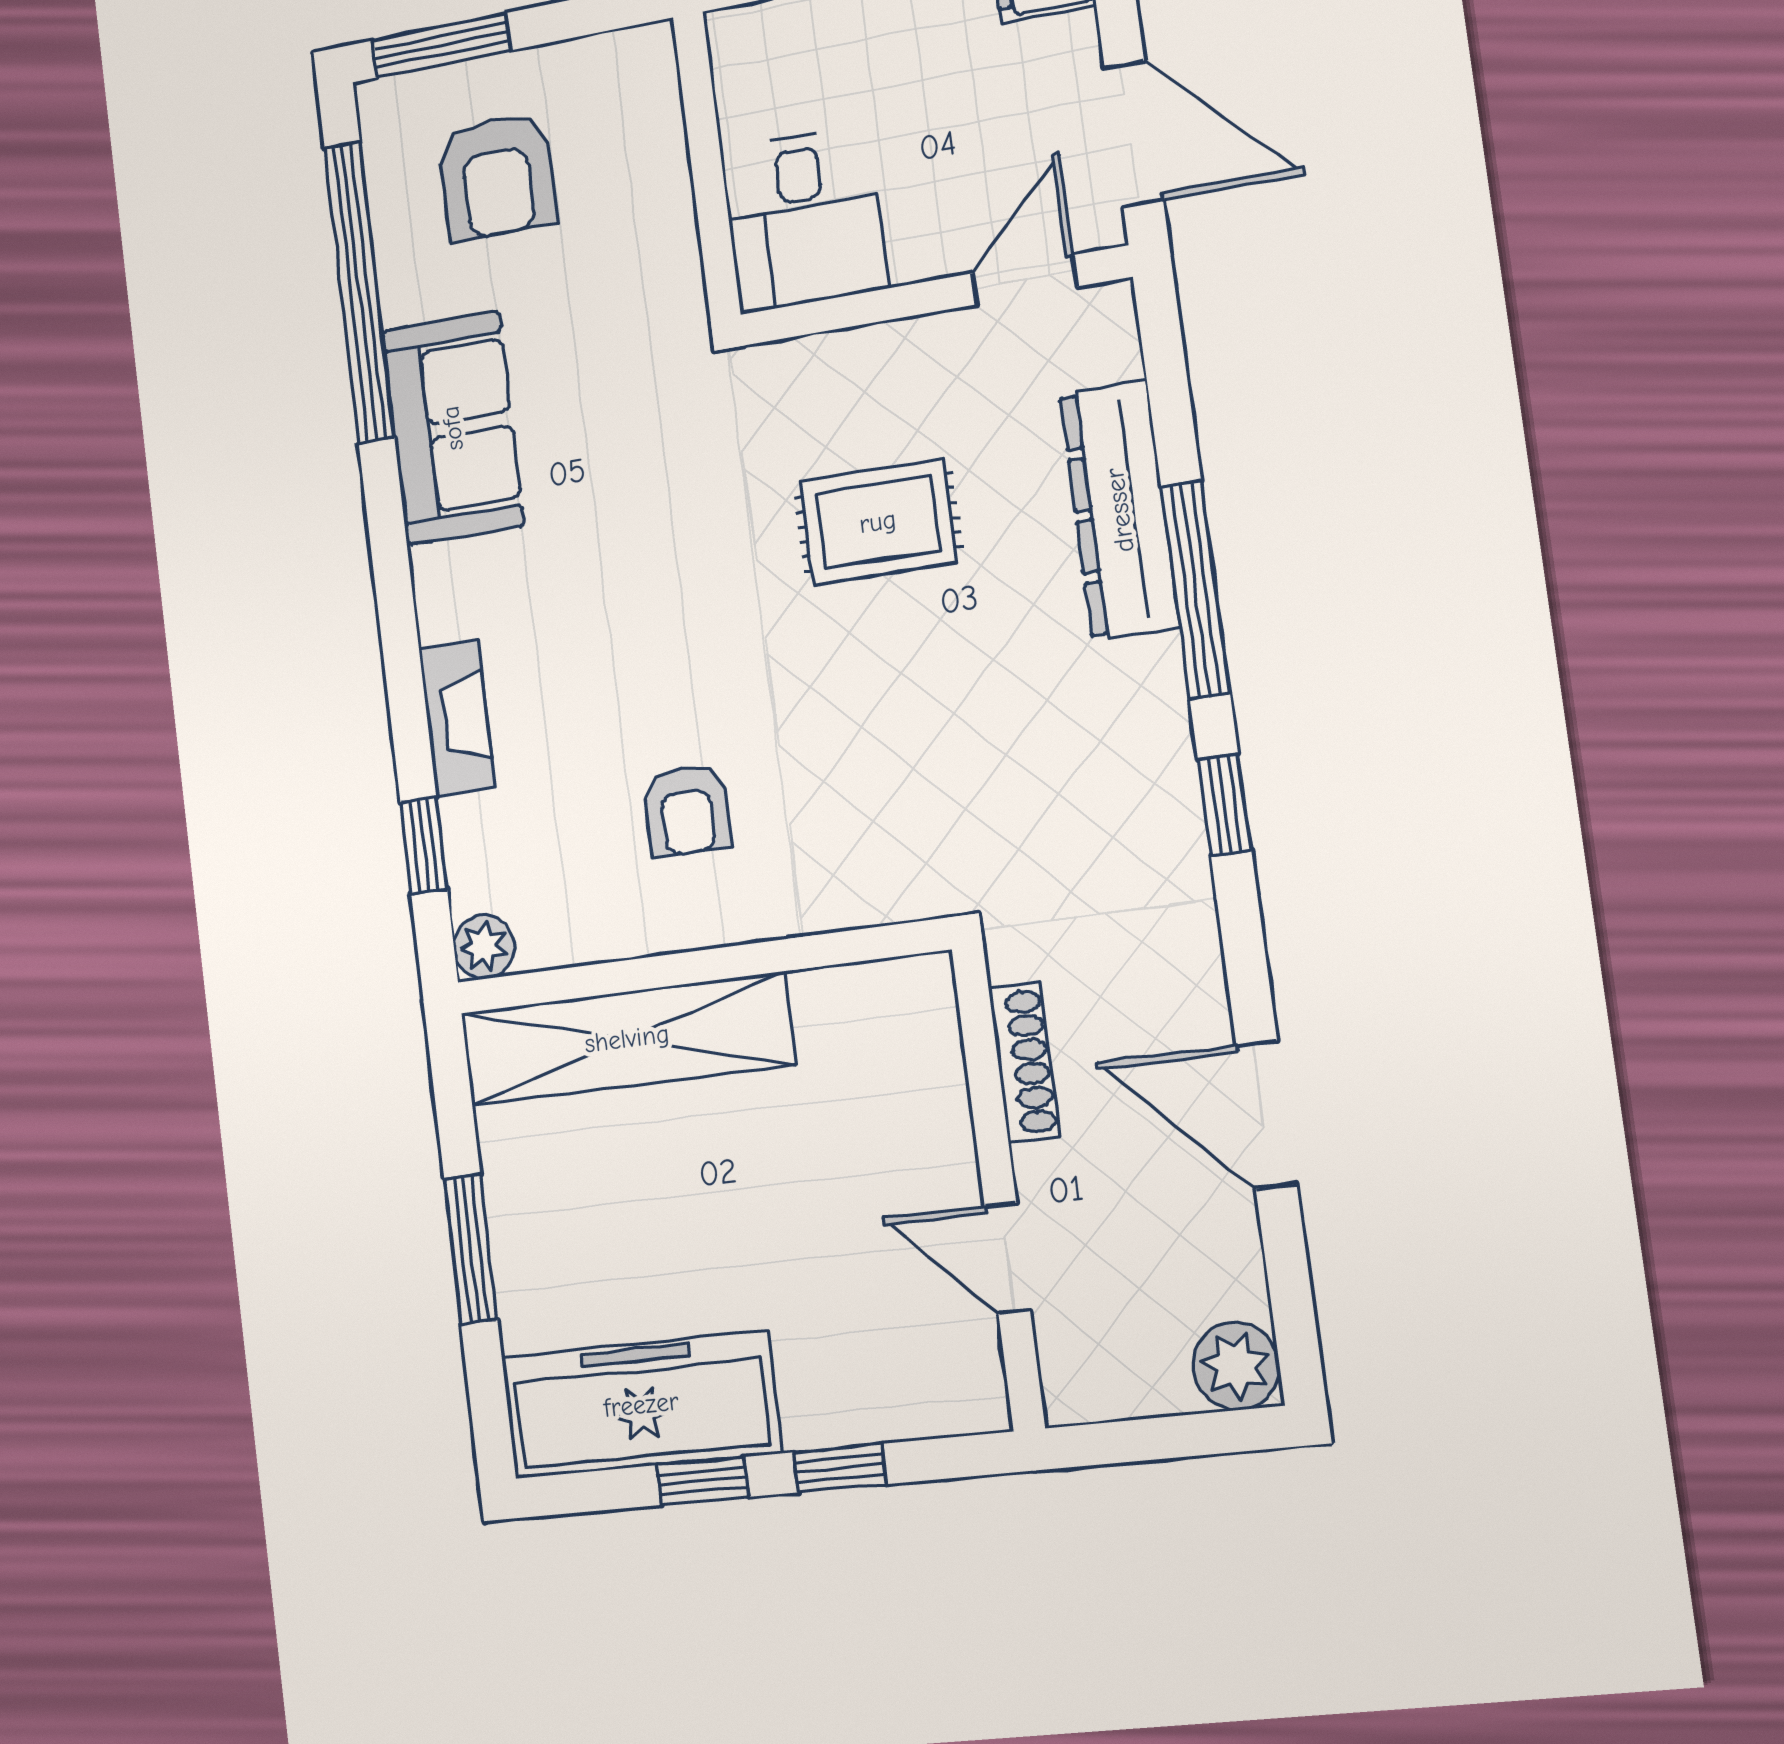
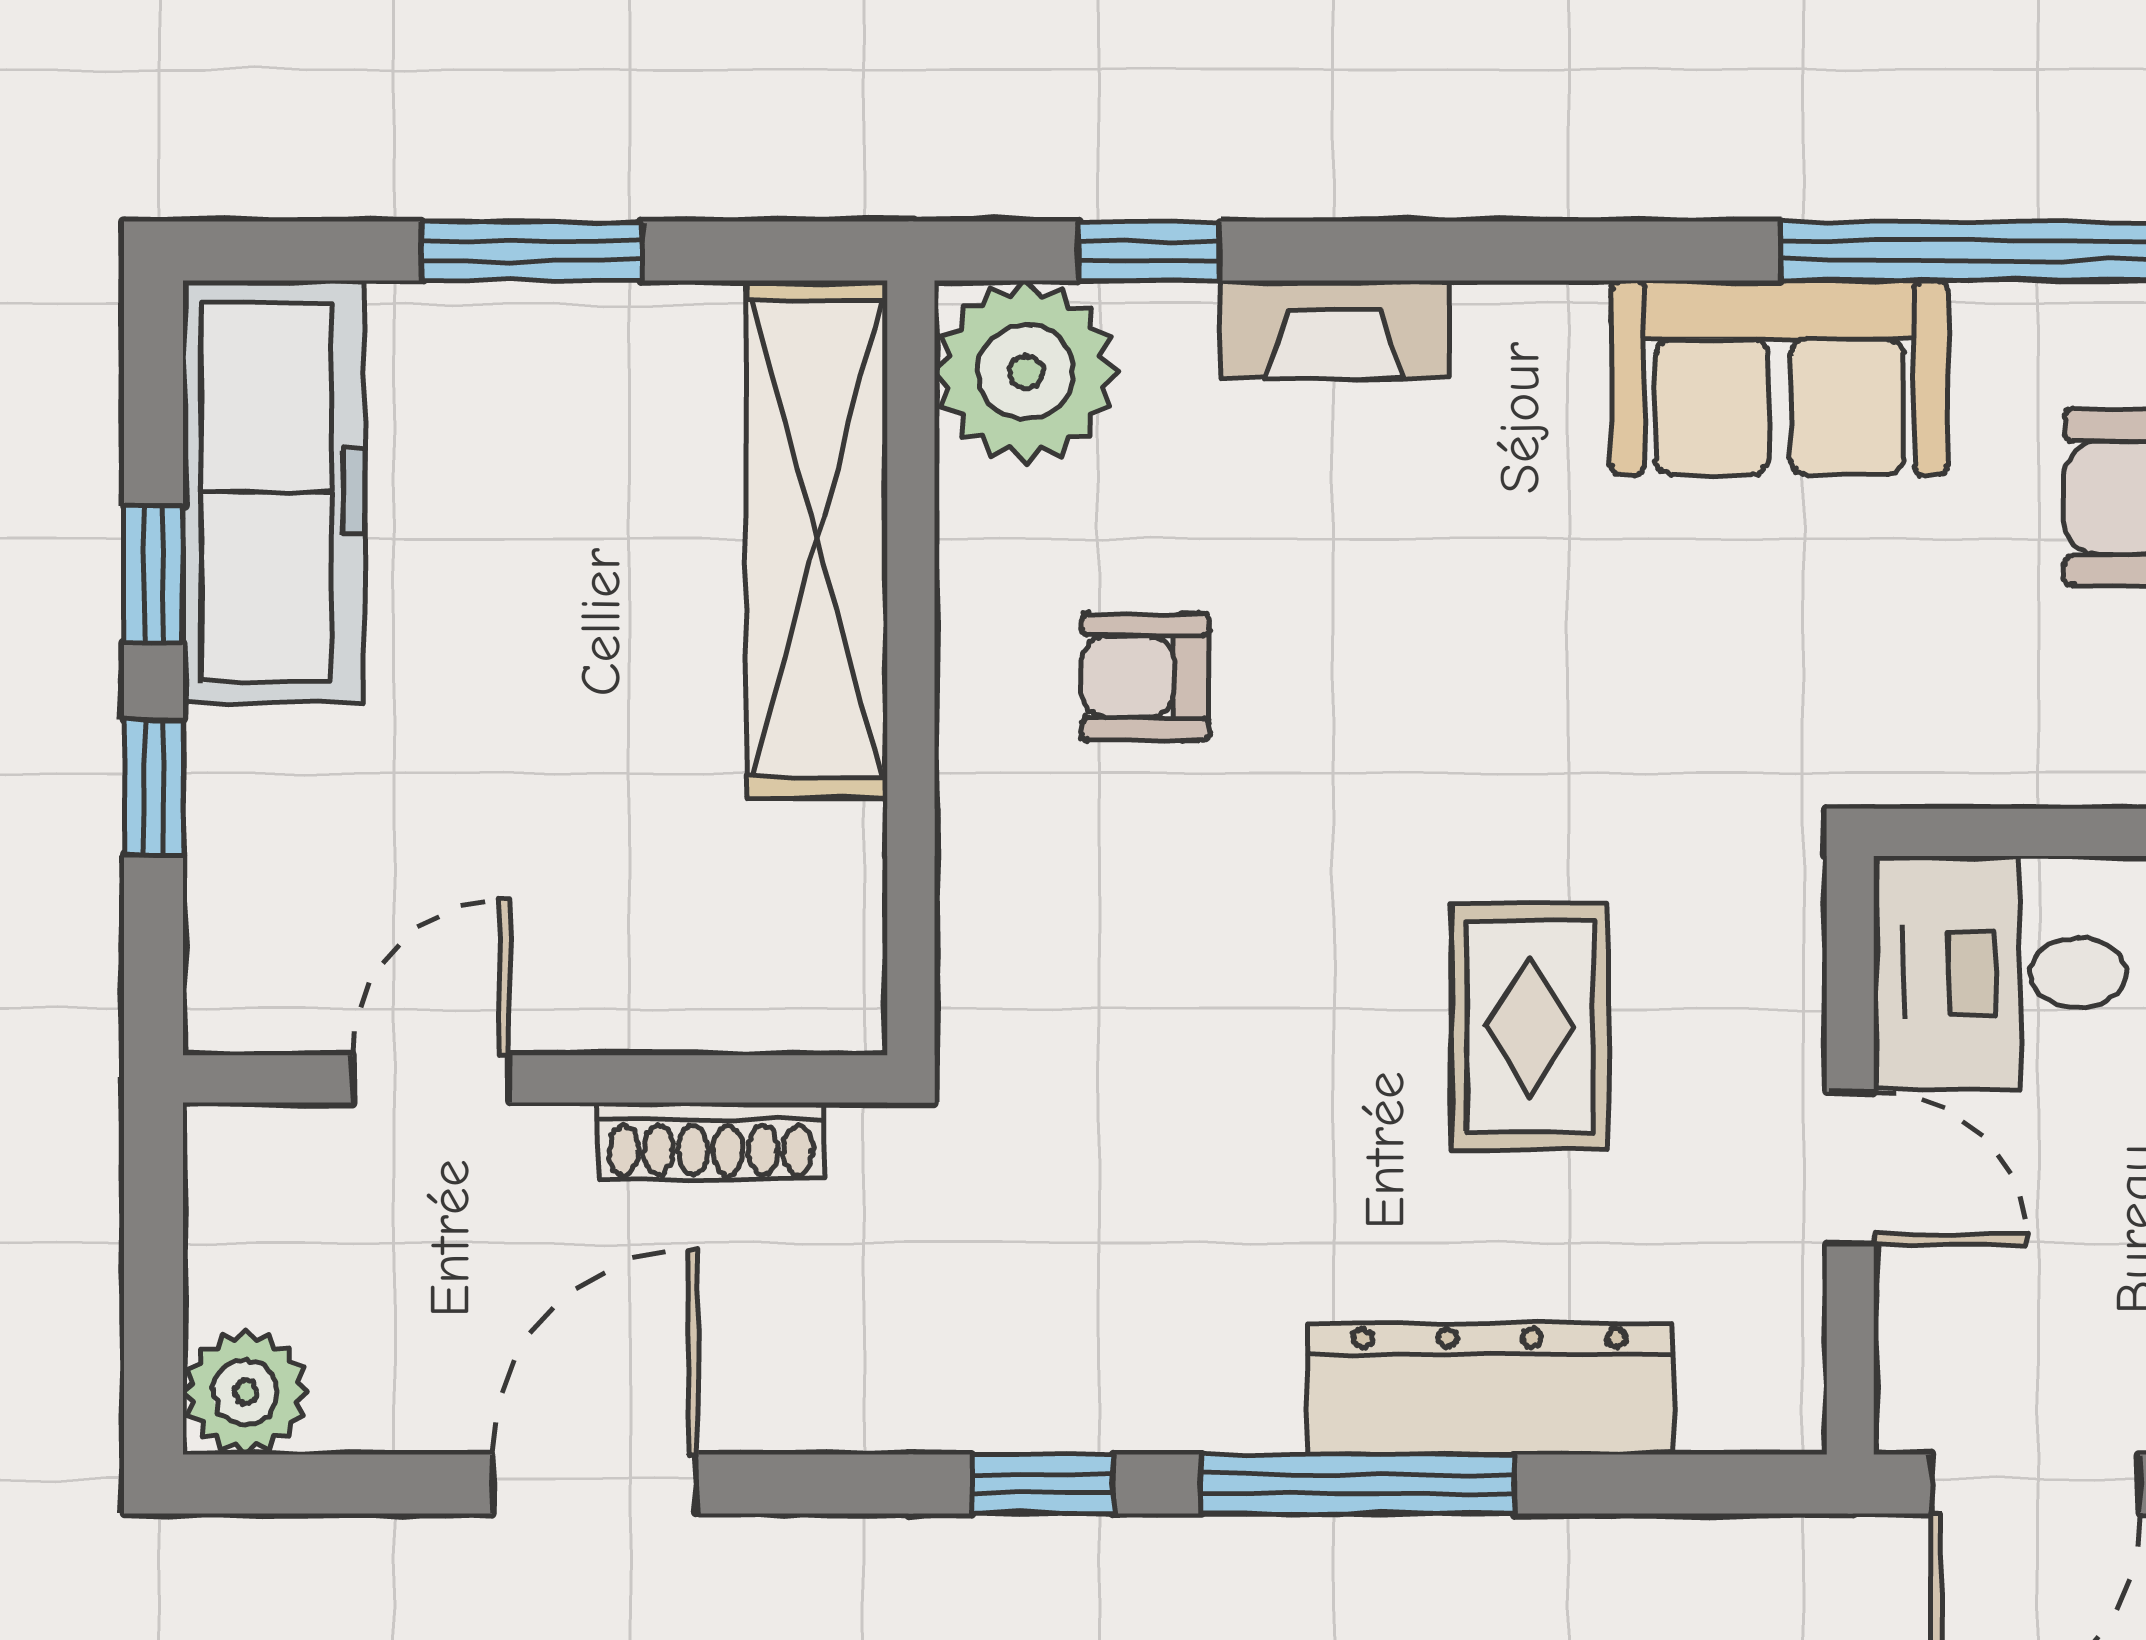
door: (1025, 280) -> (1850, 1168), moved
plant: (484, 947) -> (1026, 372), width x1.88, depth x1.88

